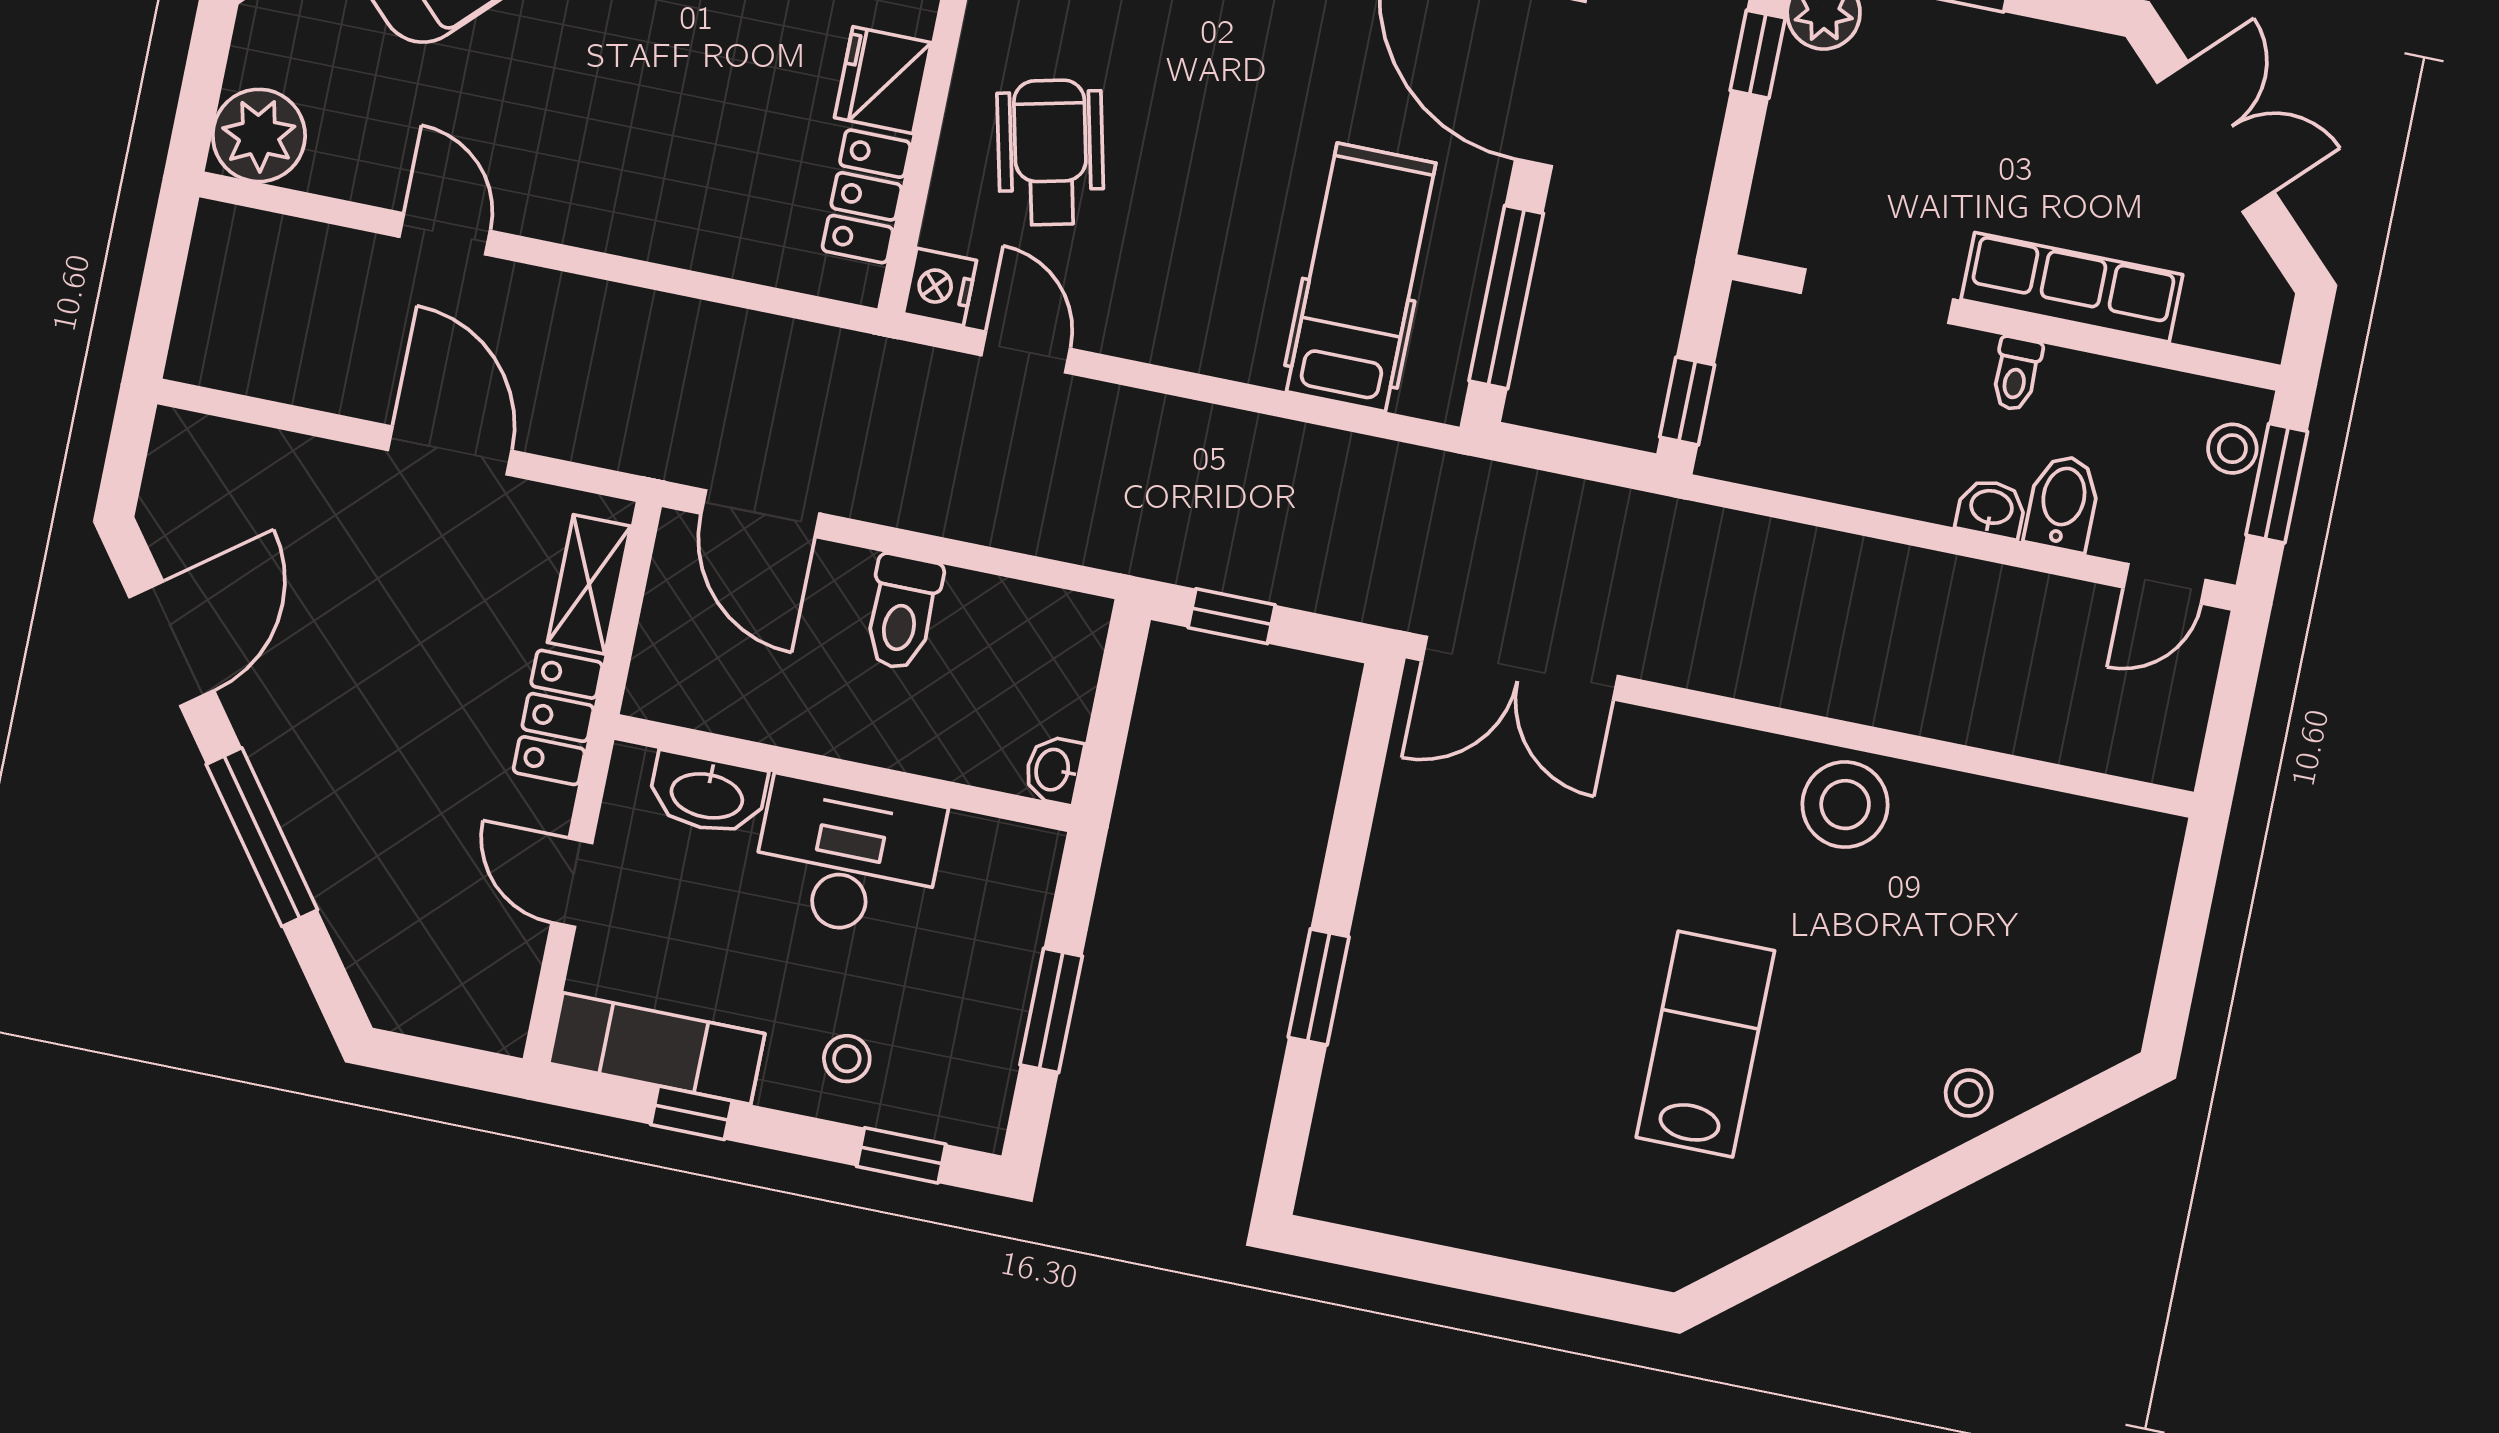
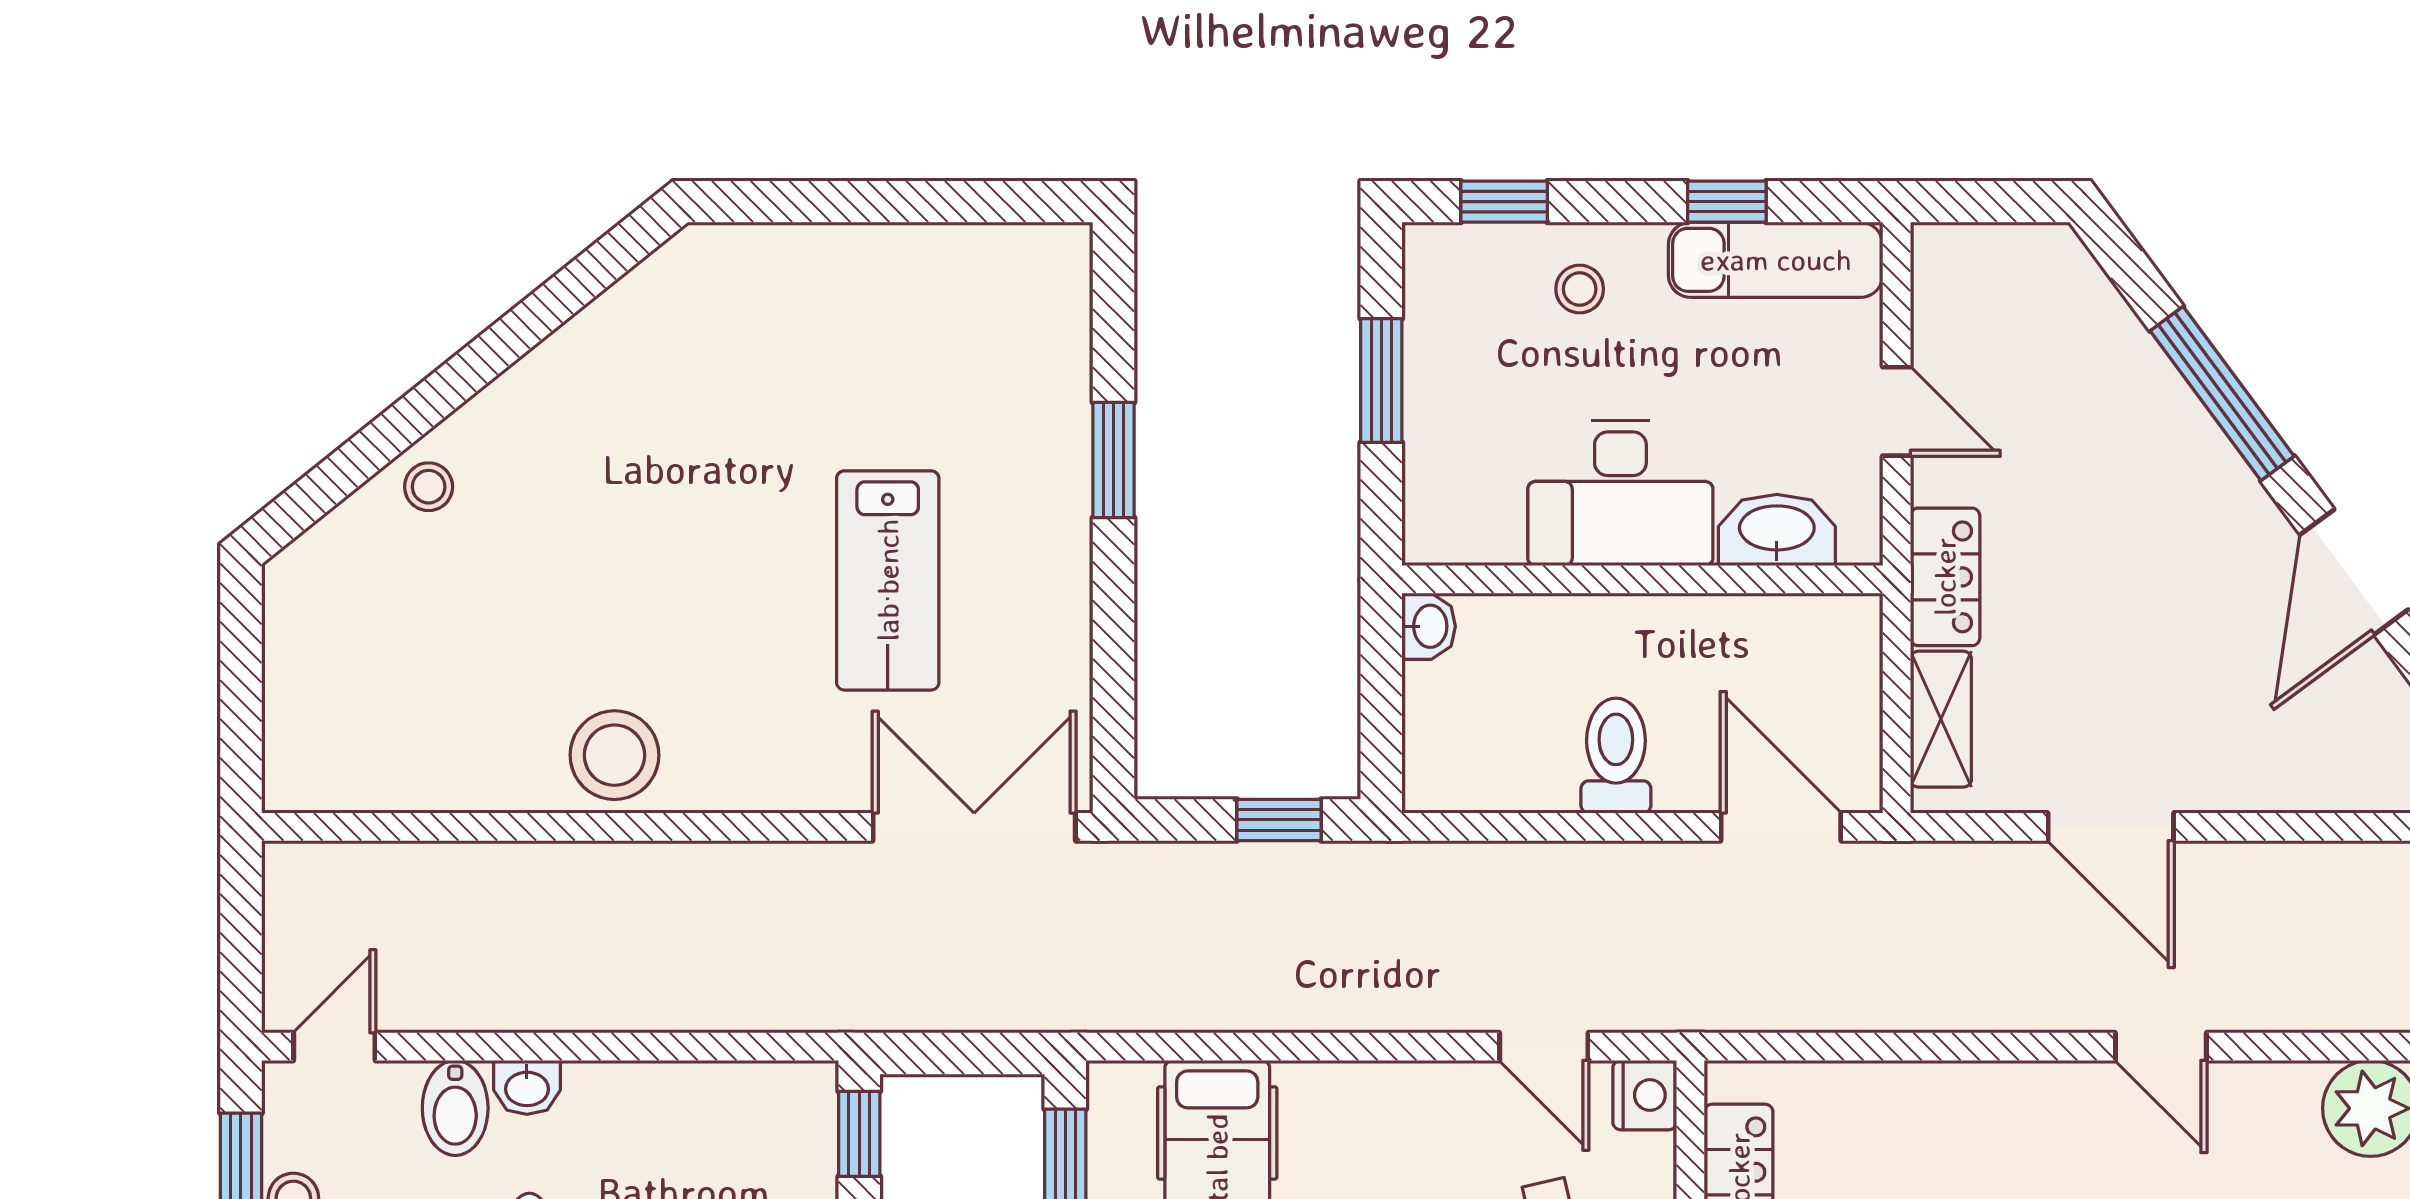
lab bench: (1705, 1044) -> (888, 580), moved

